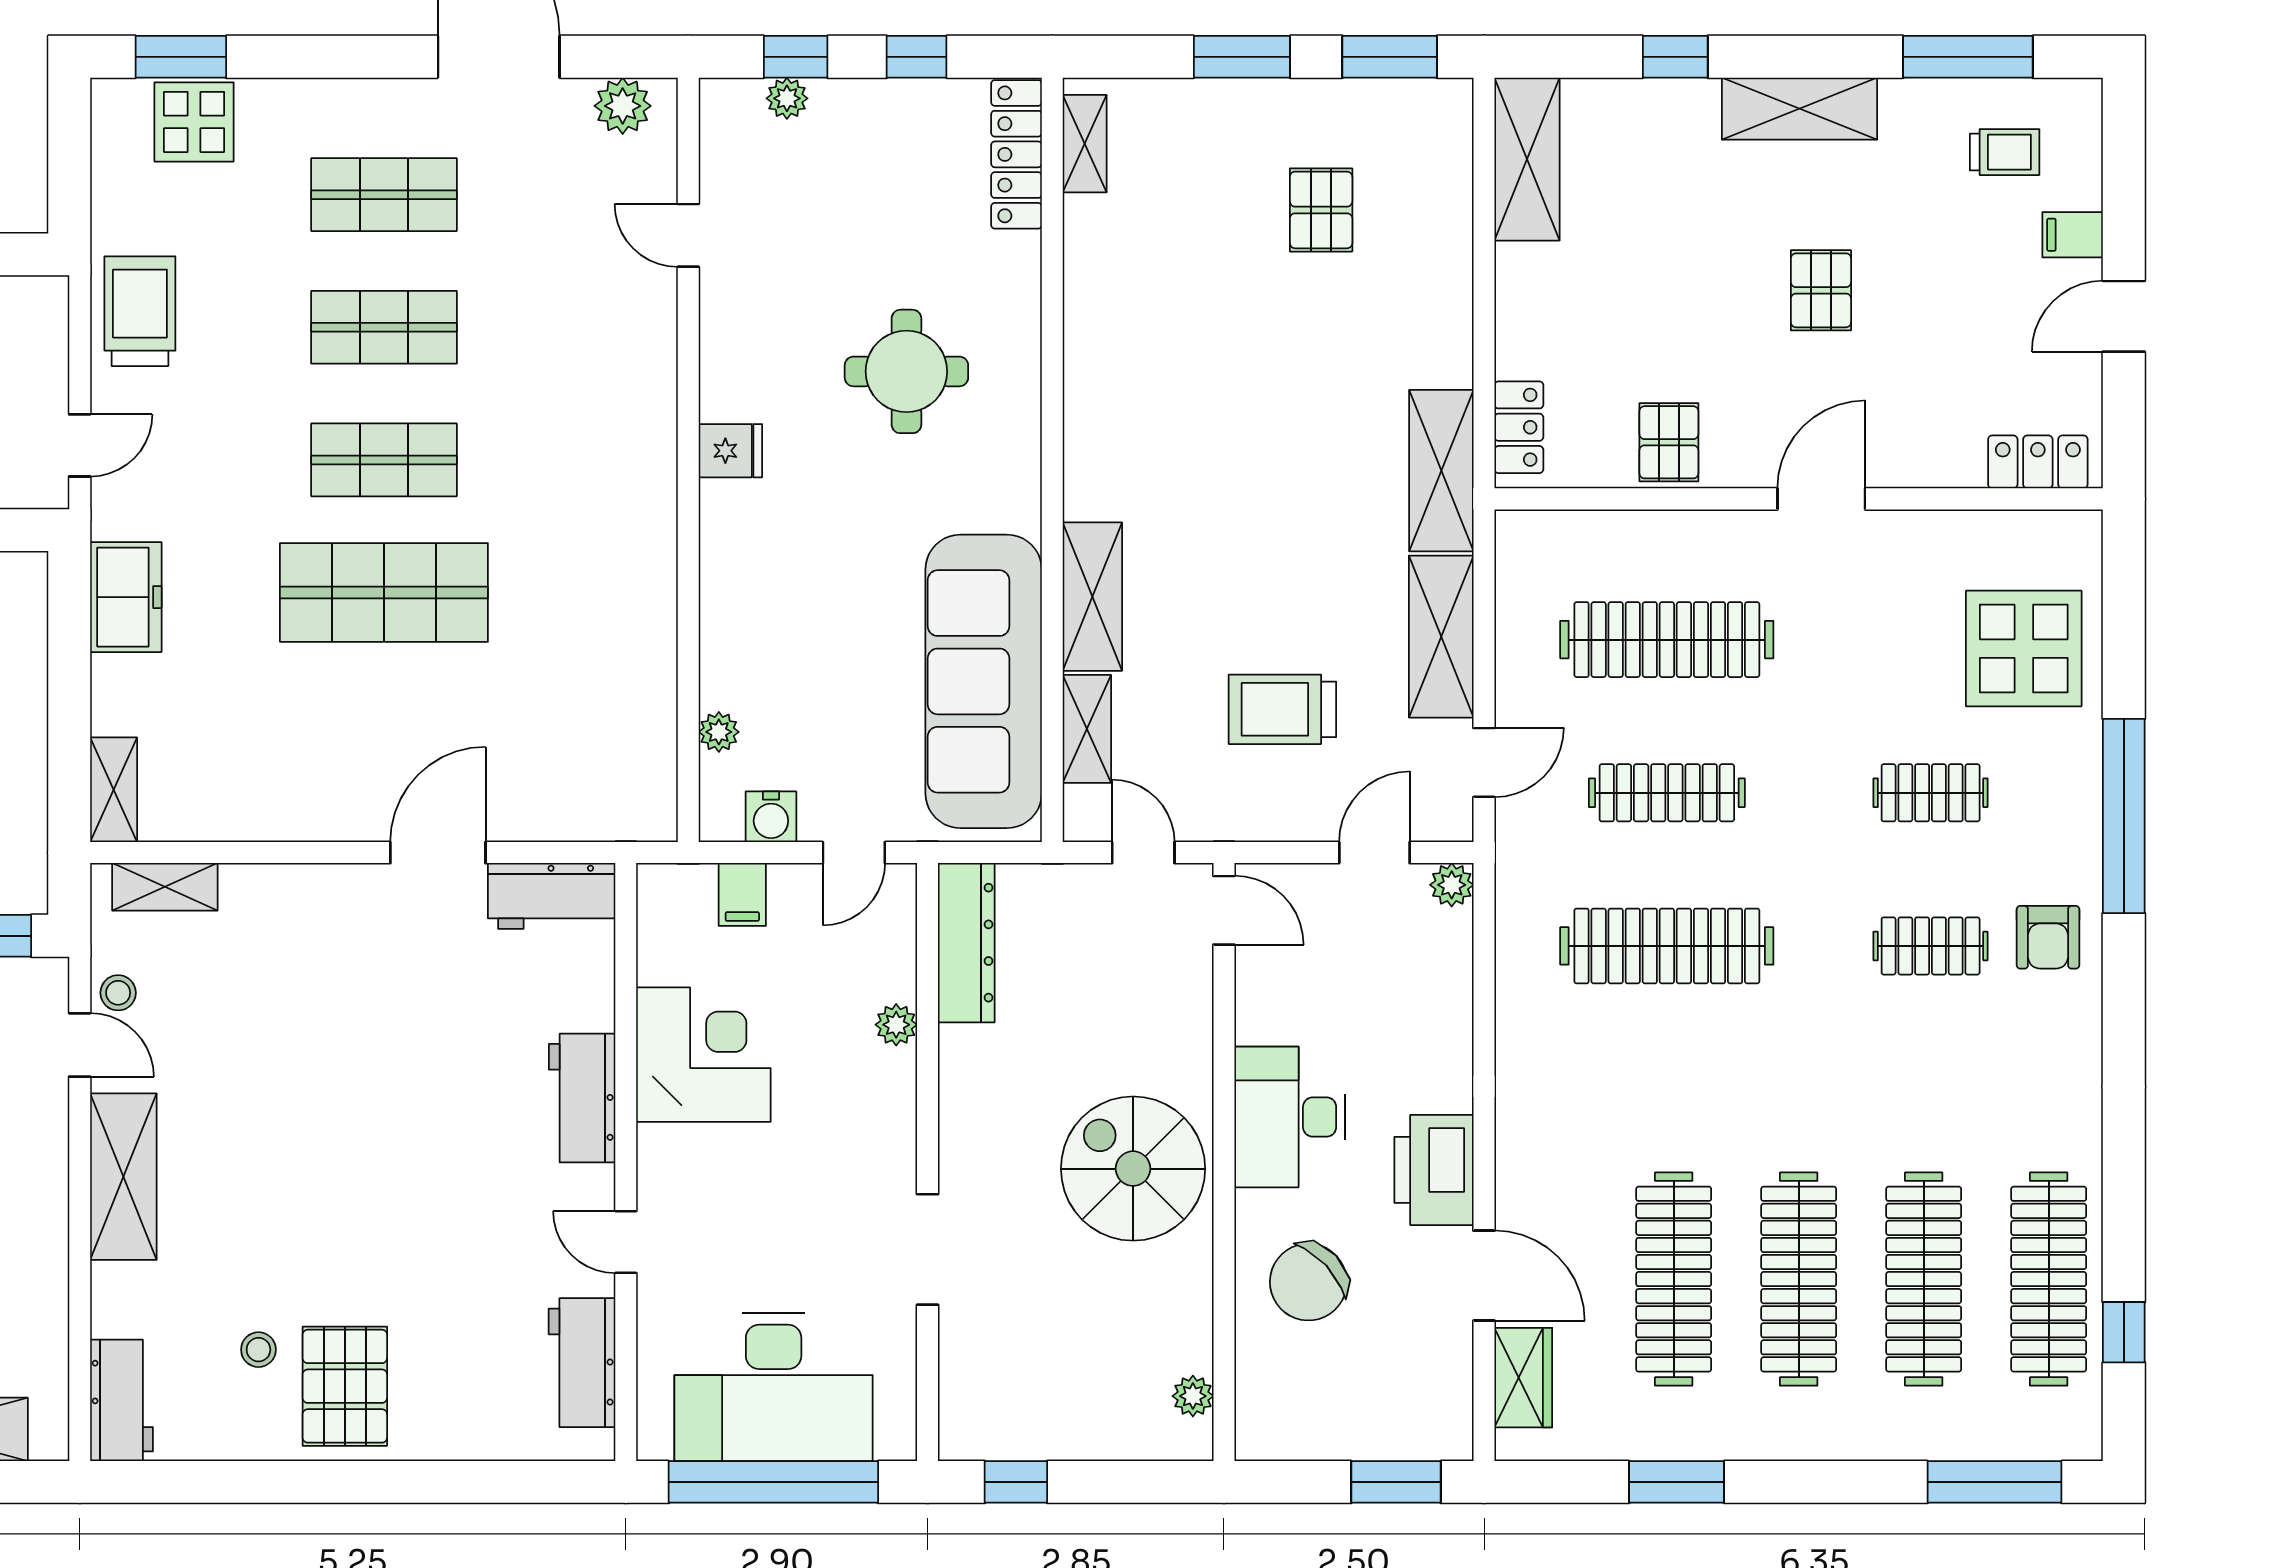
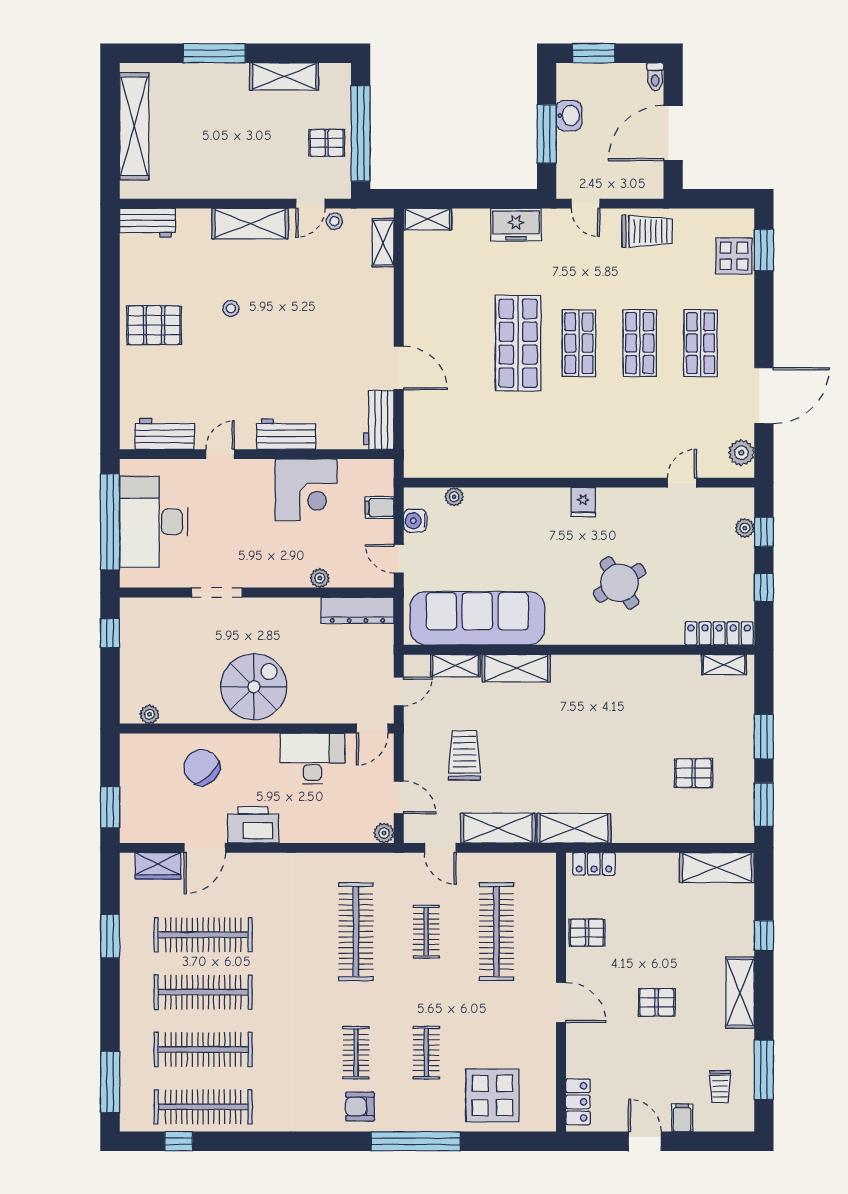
round table: (906, 371) -> (619, 583), turned -32
clothes rail: (1667, 793) -> (426, 932), width x0.73
desk: (1290, 1117) -> (312, 759), moved
stool: (258, 1350) -> (231, 308), moved

